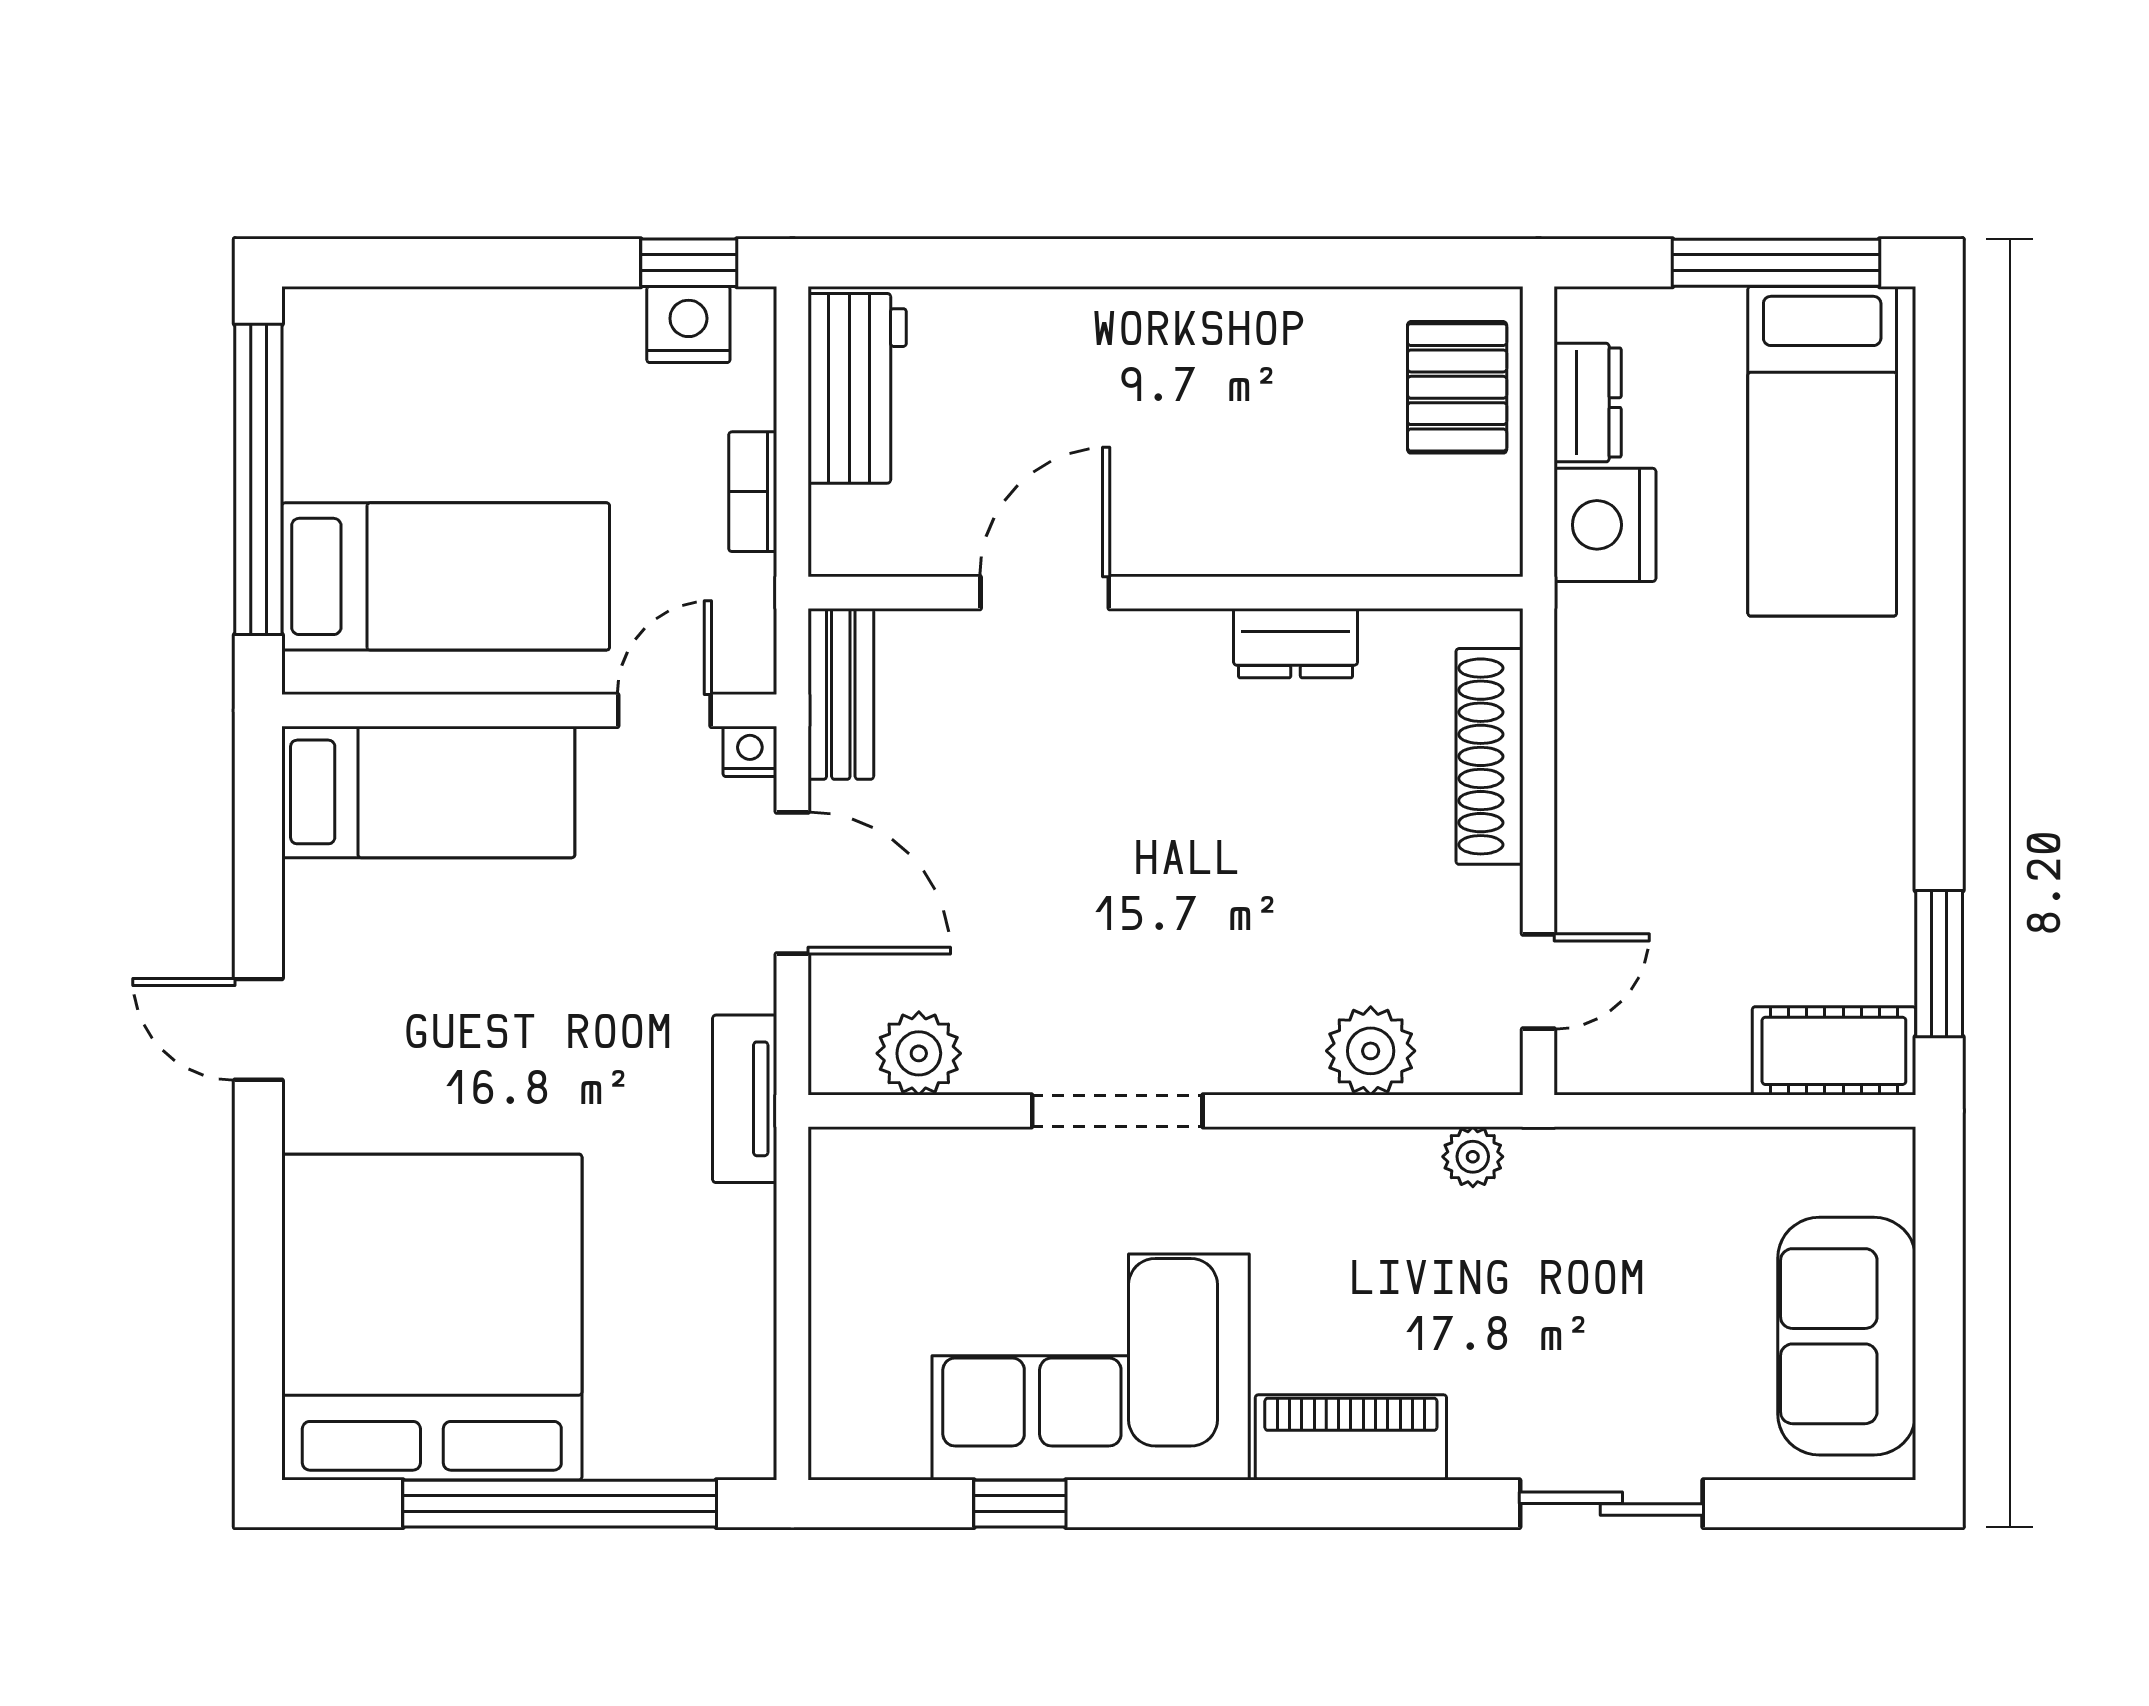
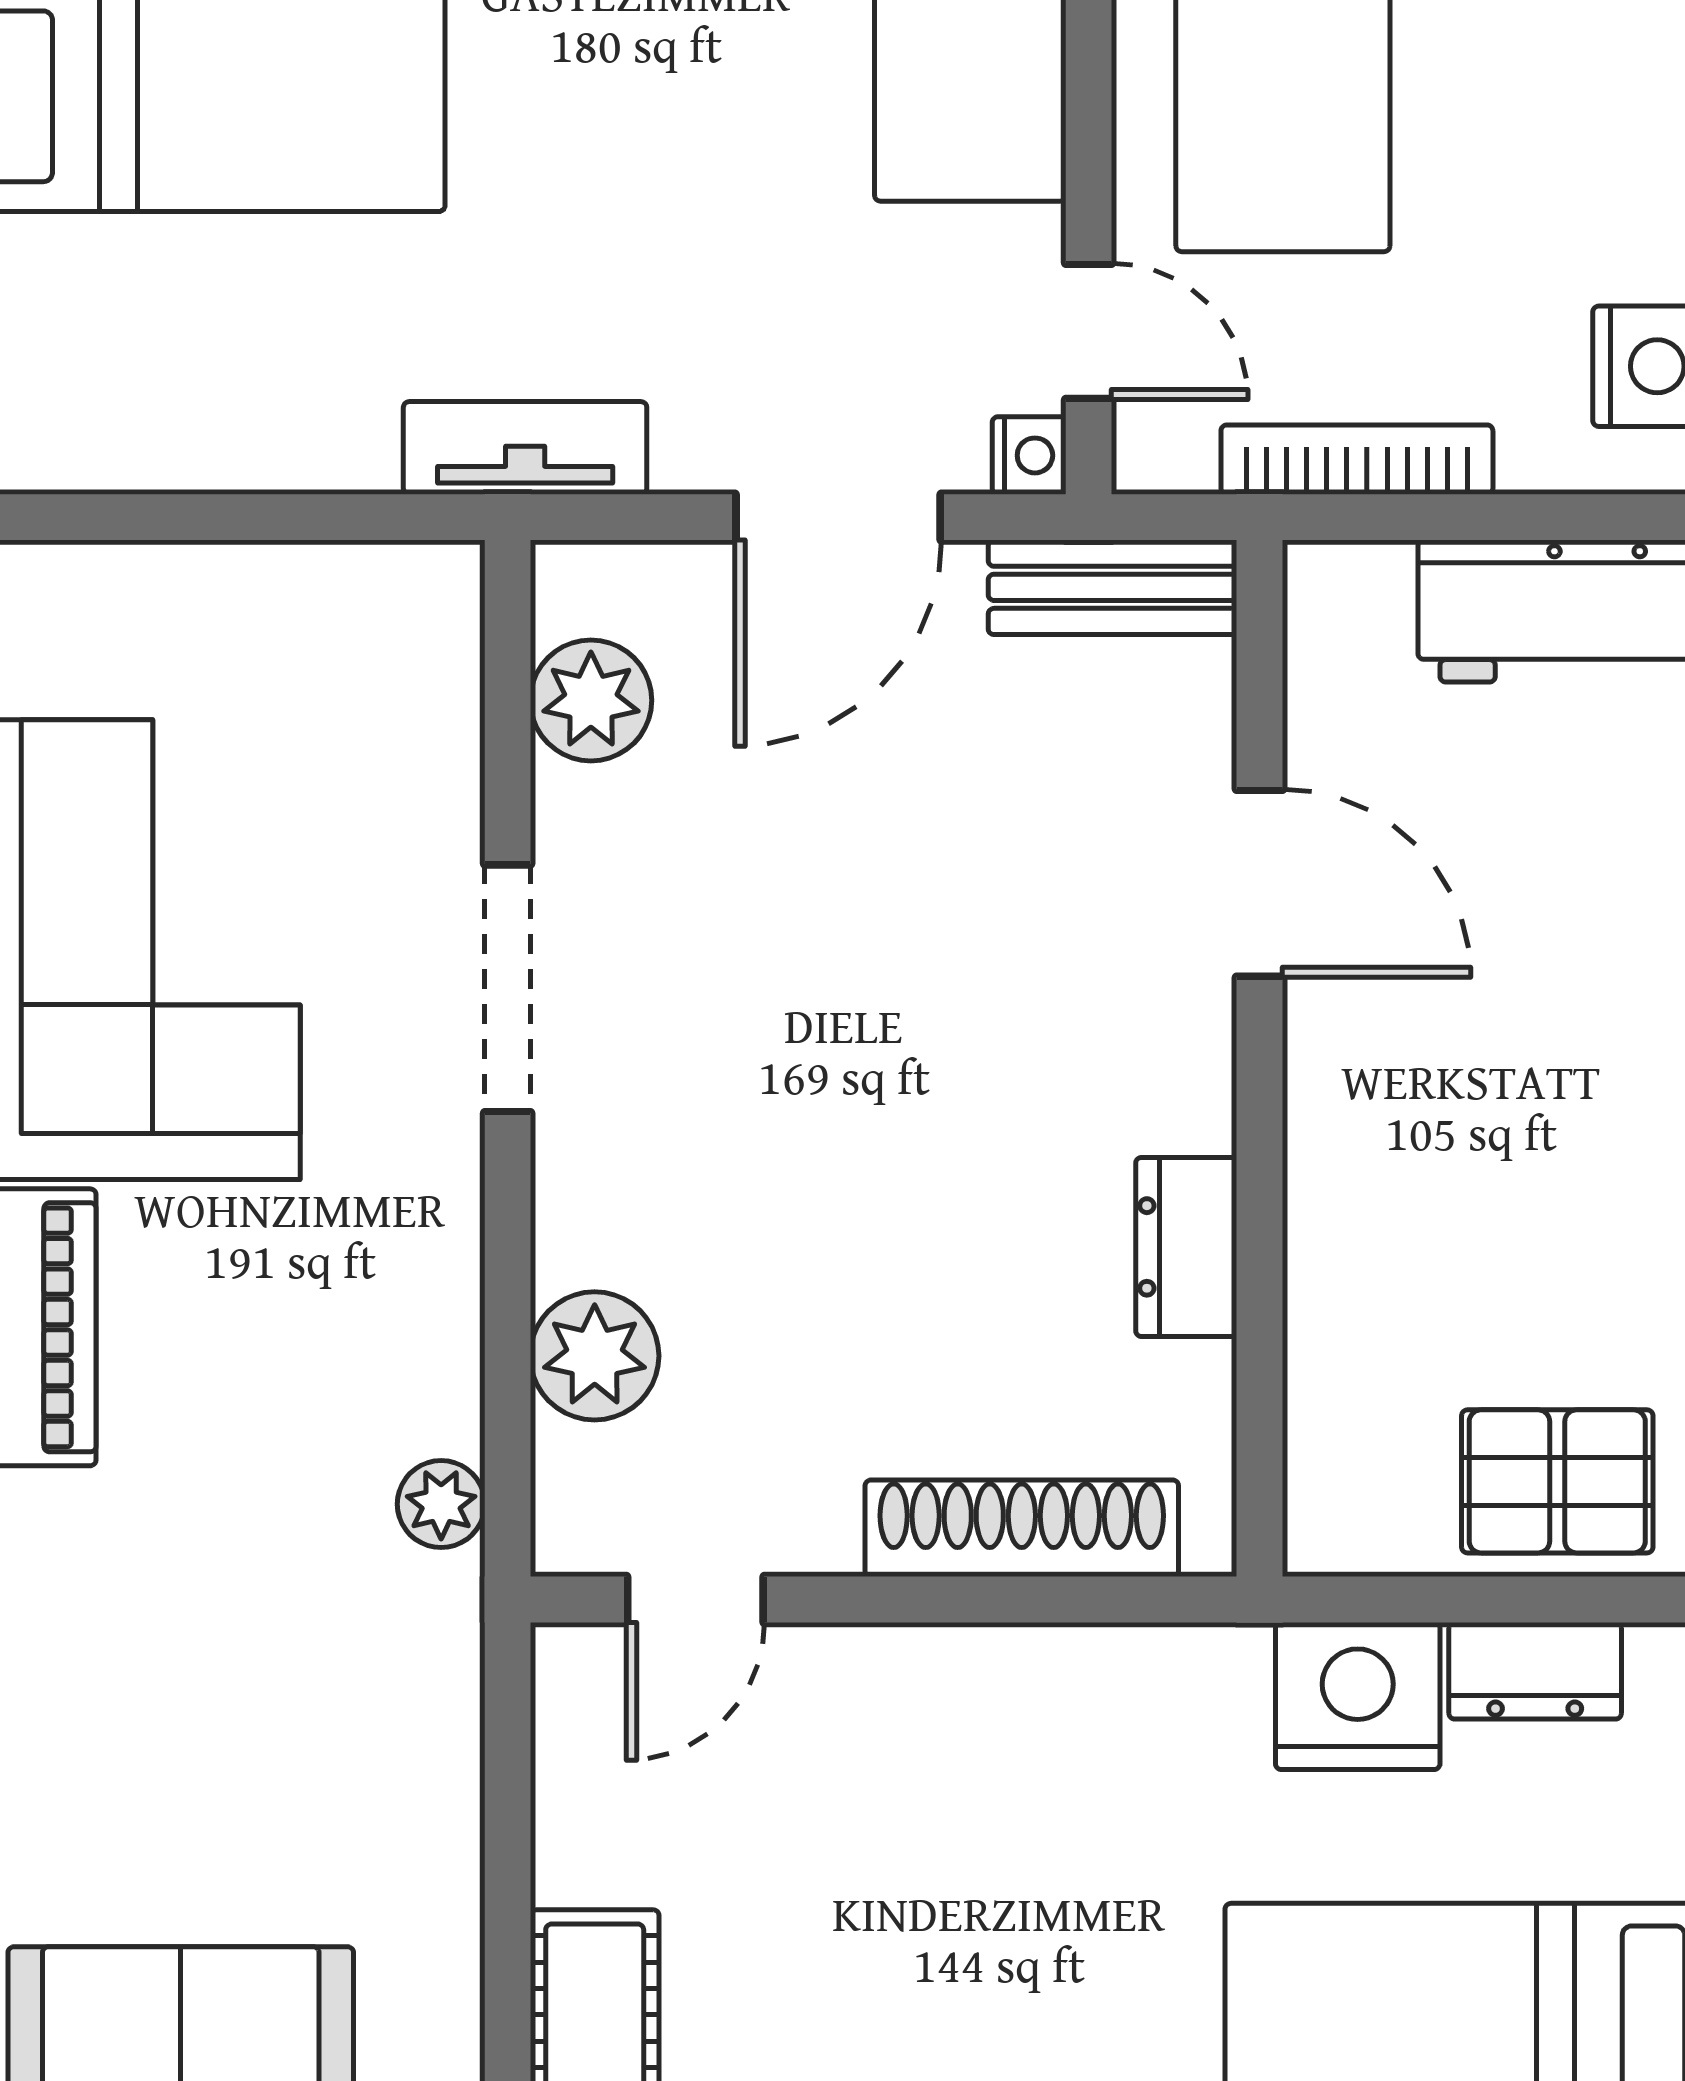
bookcase: (753, 492) -> (1357, 460), width x1.56
door: (1539, 981) -> (695, 1599), hinge flipped

